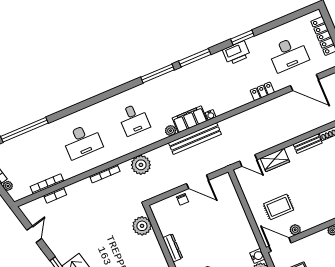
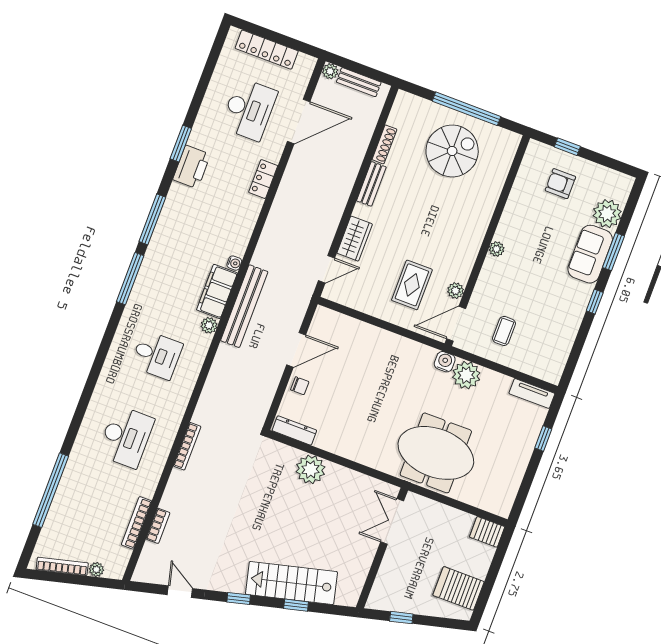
plant: (141, 165) -> (216, 396), removed
plant: (142, 226) -> (310, 469), moved
dresser: (173, 248) -> (294, 430), moved

